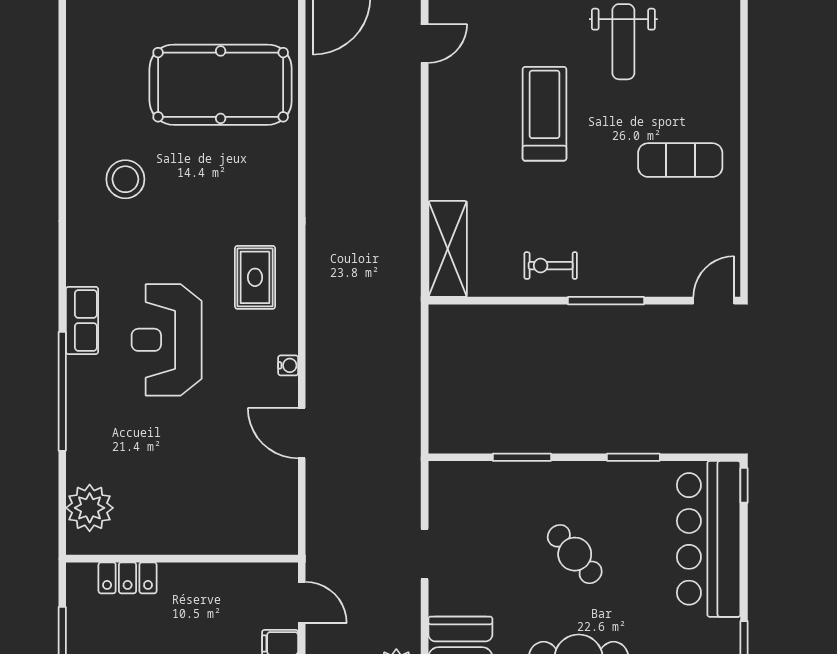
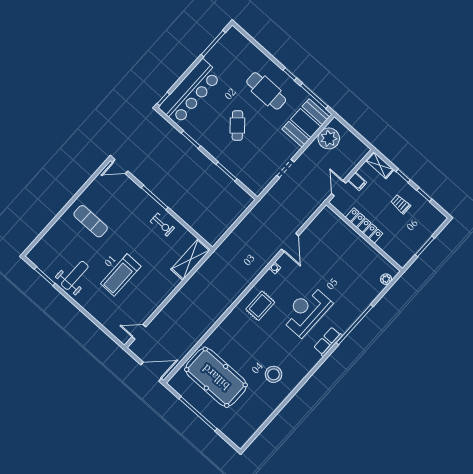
reception desk: (167, 340) -> (306, 311), turned 180
plant: (90, 508) -> (386, 279), width x0.53, depth x0.53
locker: (128, 578) -> (364, 225), moved, width x1.53

